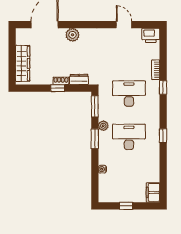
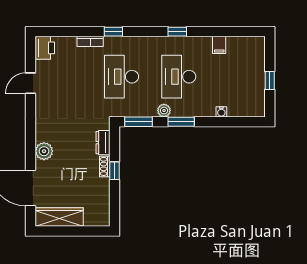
wardrobe: (23, 63) -> (59, 217), moved
filing cabinet: (153, 192) -> (219, 45), moved, width x0.50

